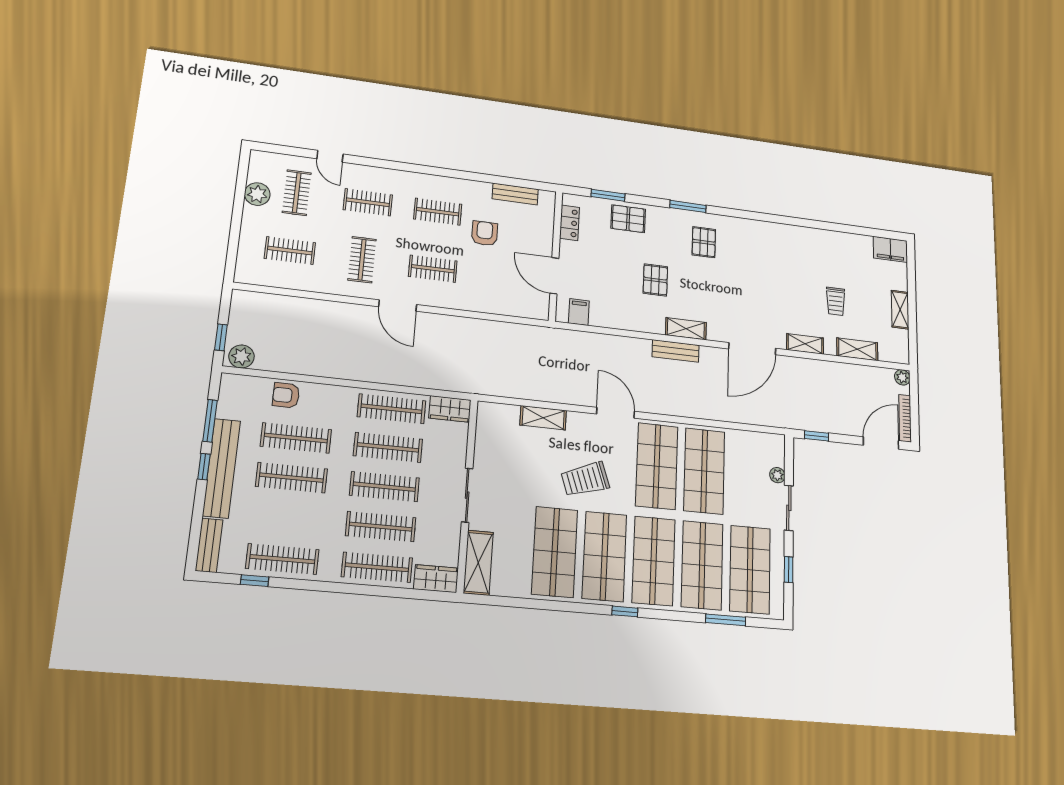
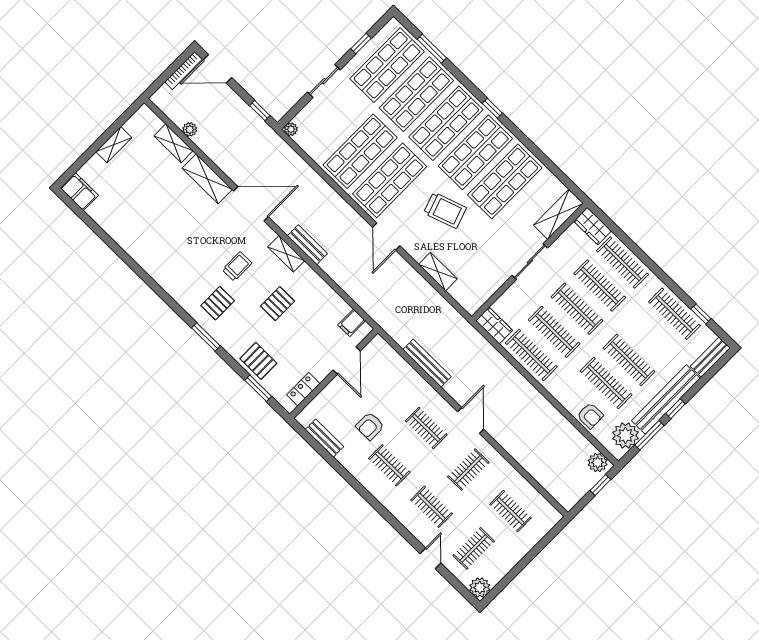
plant: (257, 194) -> (480, 587), moved
trolley: (836, 301) -> (237, 266), moved
bench: (482, 327) -> (427, 363), added
shelving: (805, 344) -> (207, 179), width x1.50, depth x1.33
plant: (902, 377) -> (190, 129), moved
plant: (235, 403) -> (625, 435), added
plant: (777, 475) -> (291, 129), moved

